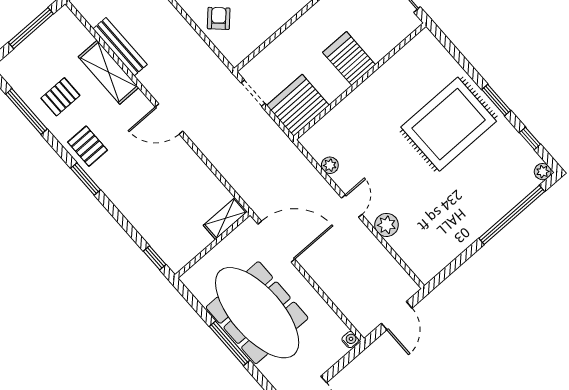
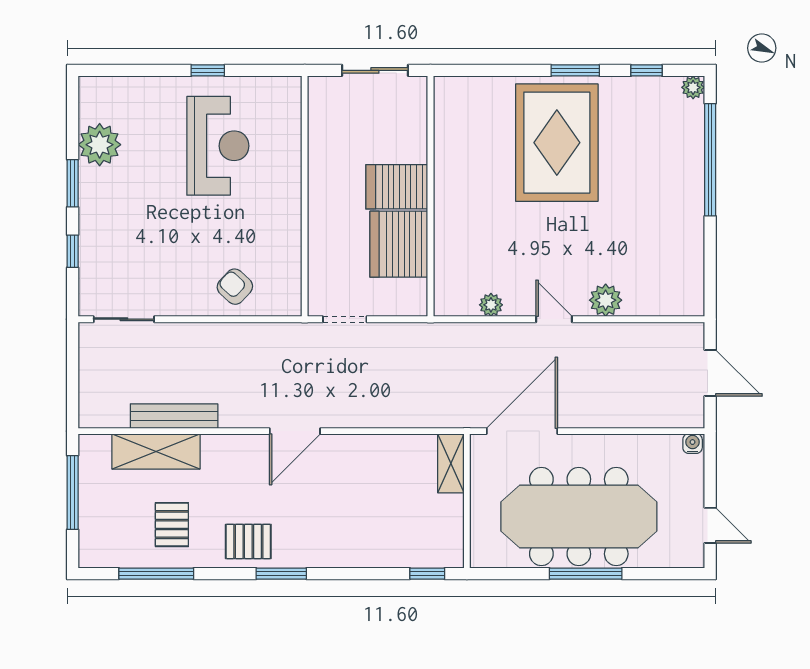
shelving: (109, 72) -> (156, 451), moved
server rack: (298, 105) -> (399, 244), moved

